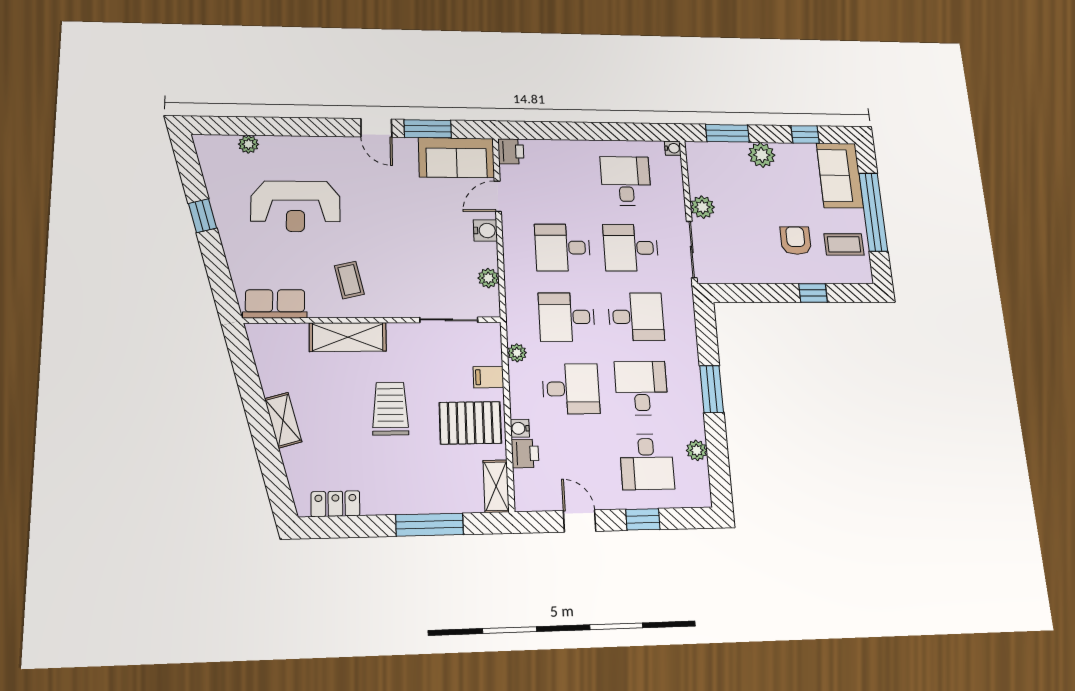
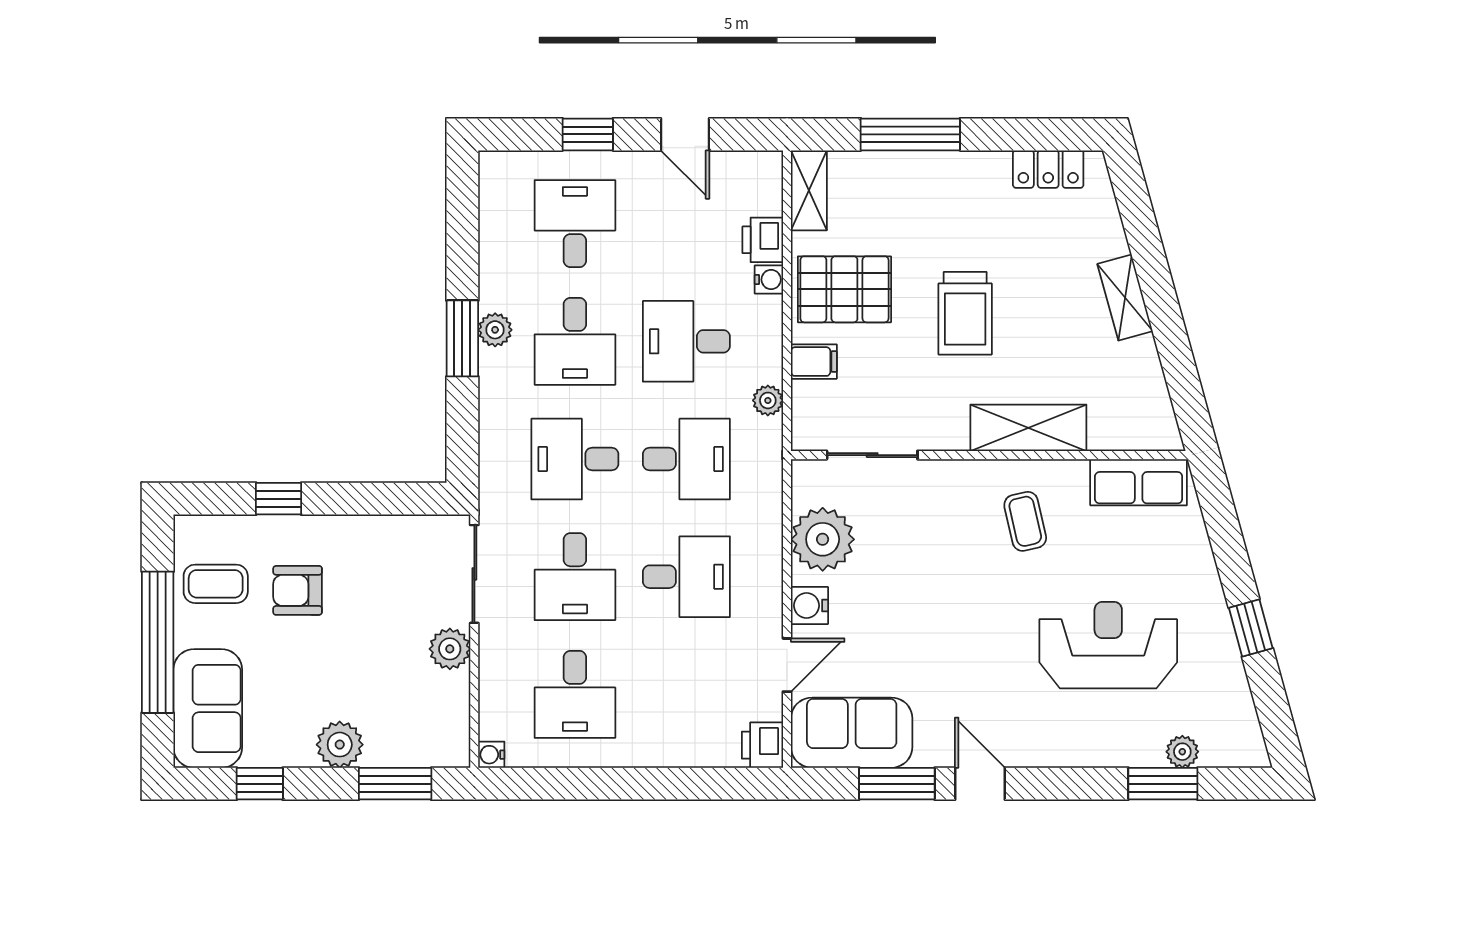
window: (261, 126) -> (1163, 784), added
armchair: (796, 241) -> (298, 590), turned 90
desk: (631, 248) -> (575, 577), turned 90
plant: (488, 278) -> (823, 539), width x1.87, depth x1.87
plant: (697, 450) -> (495, 330), moved

